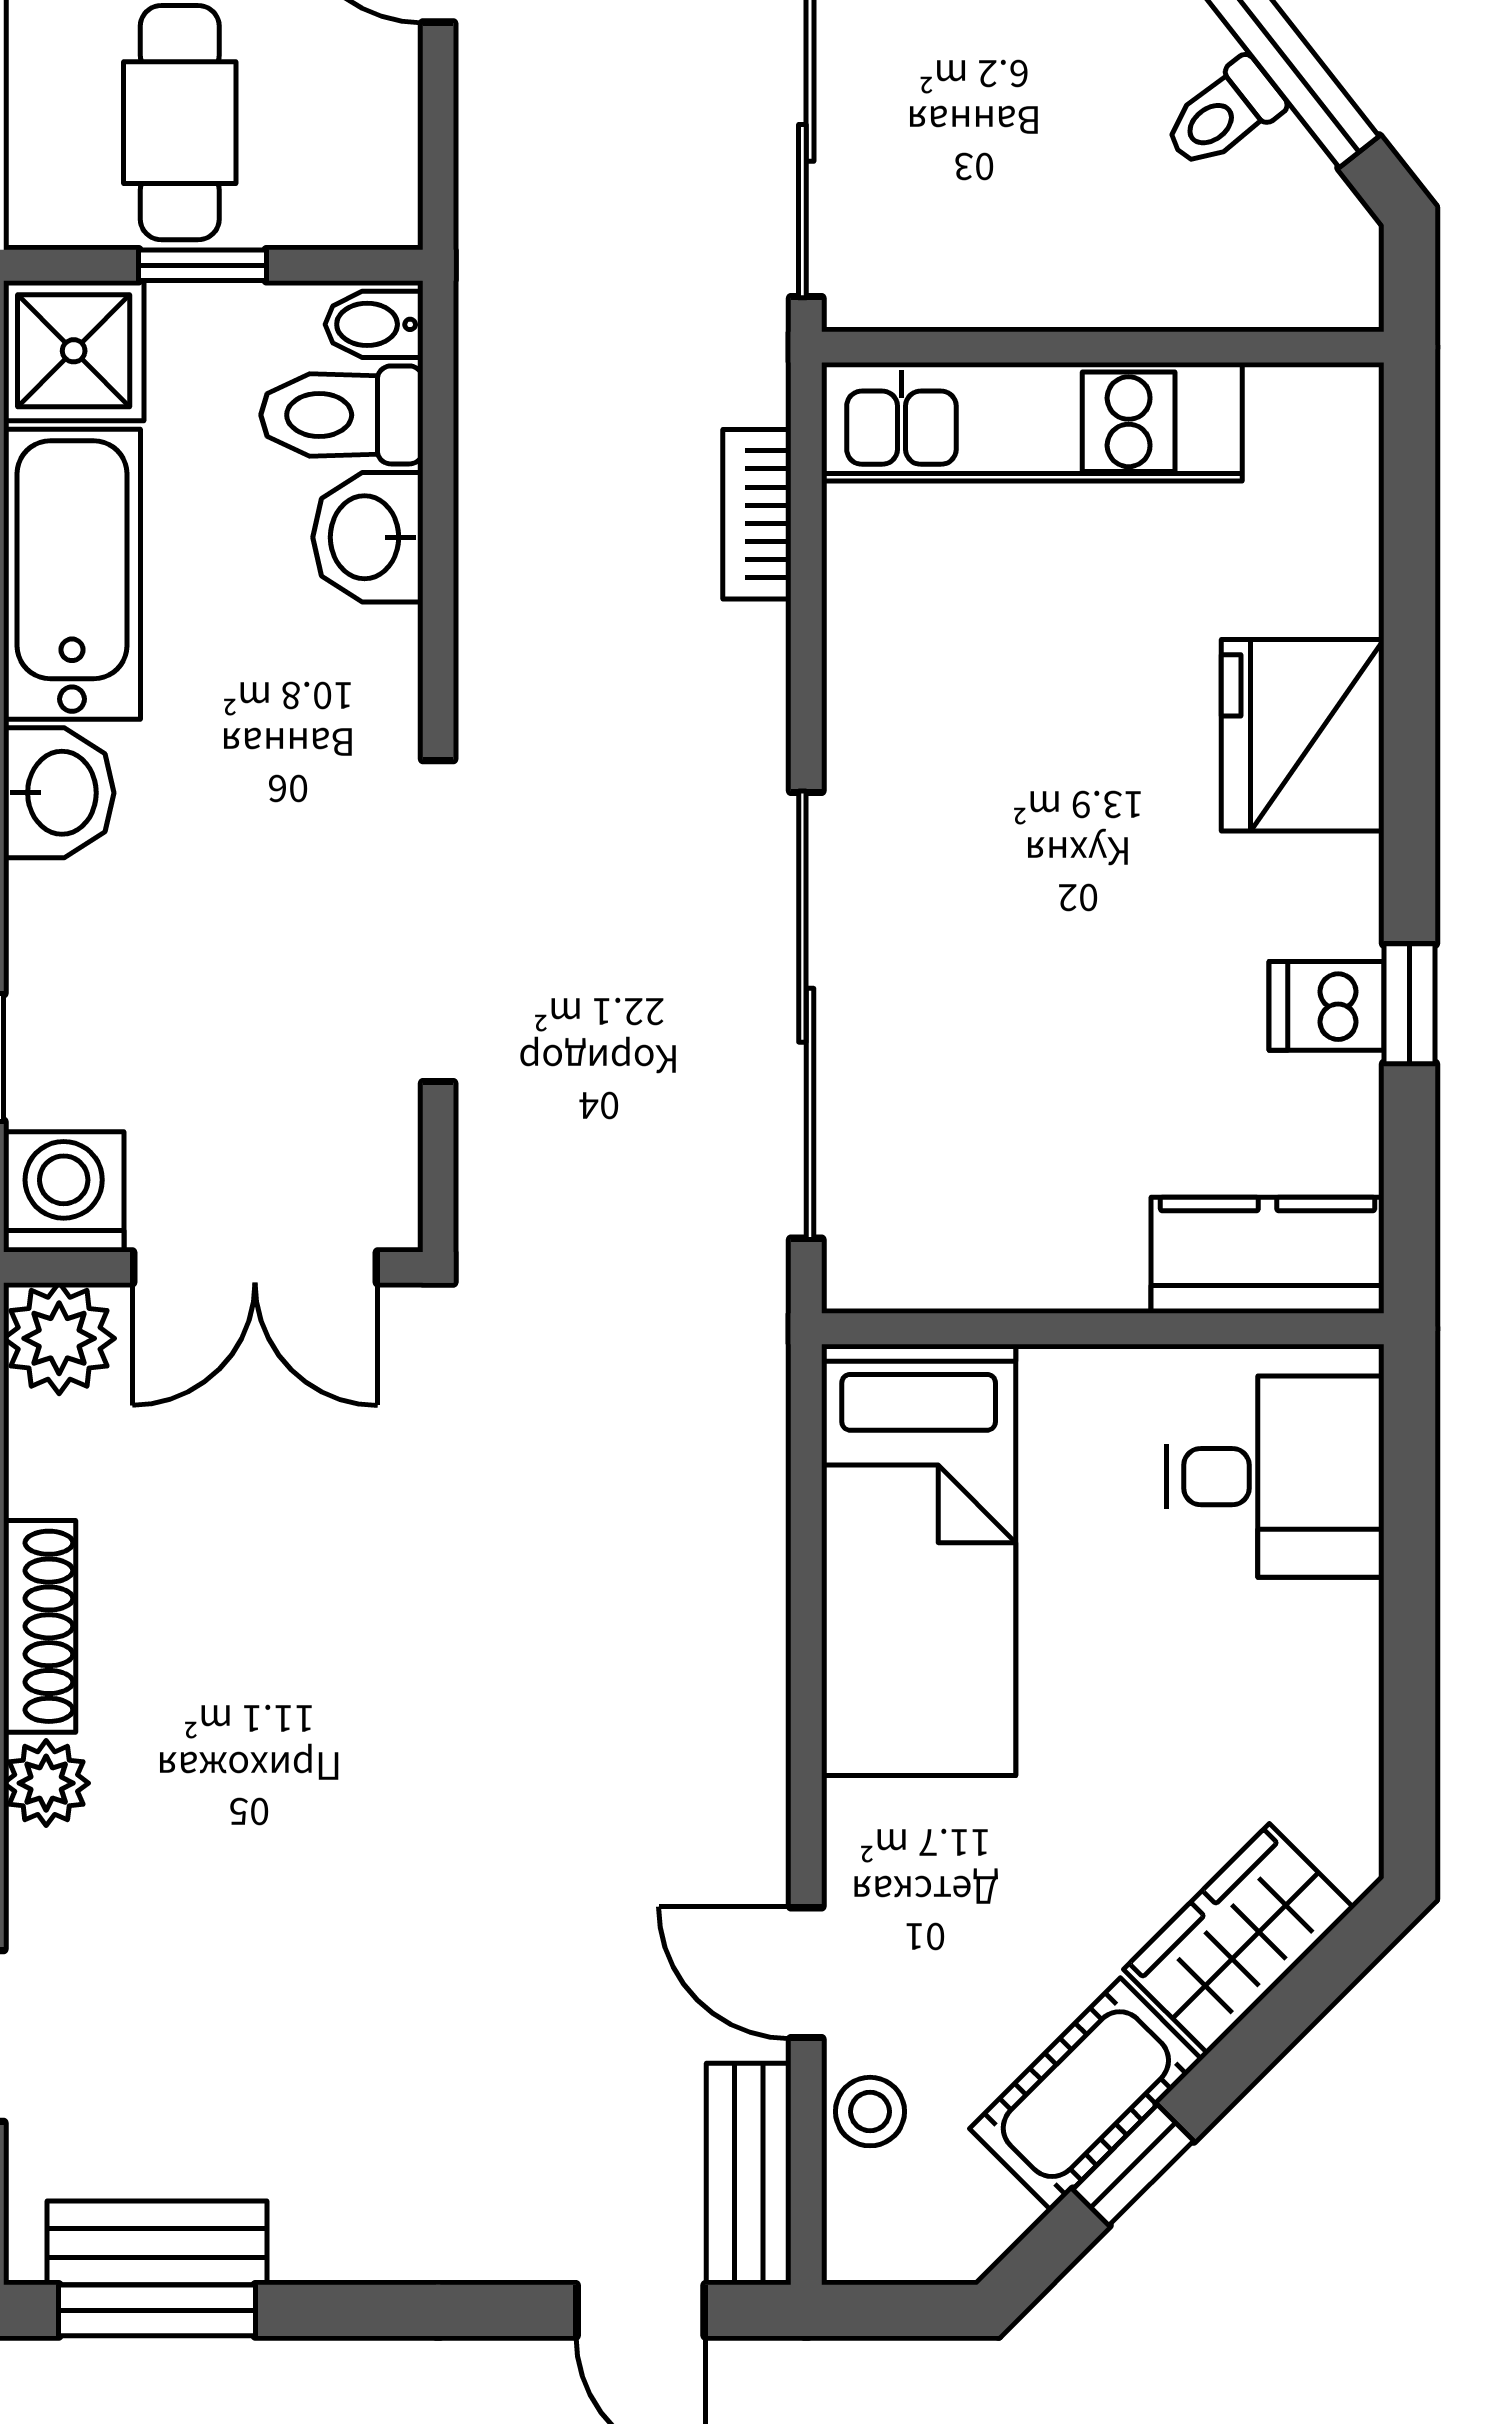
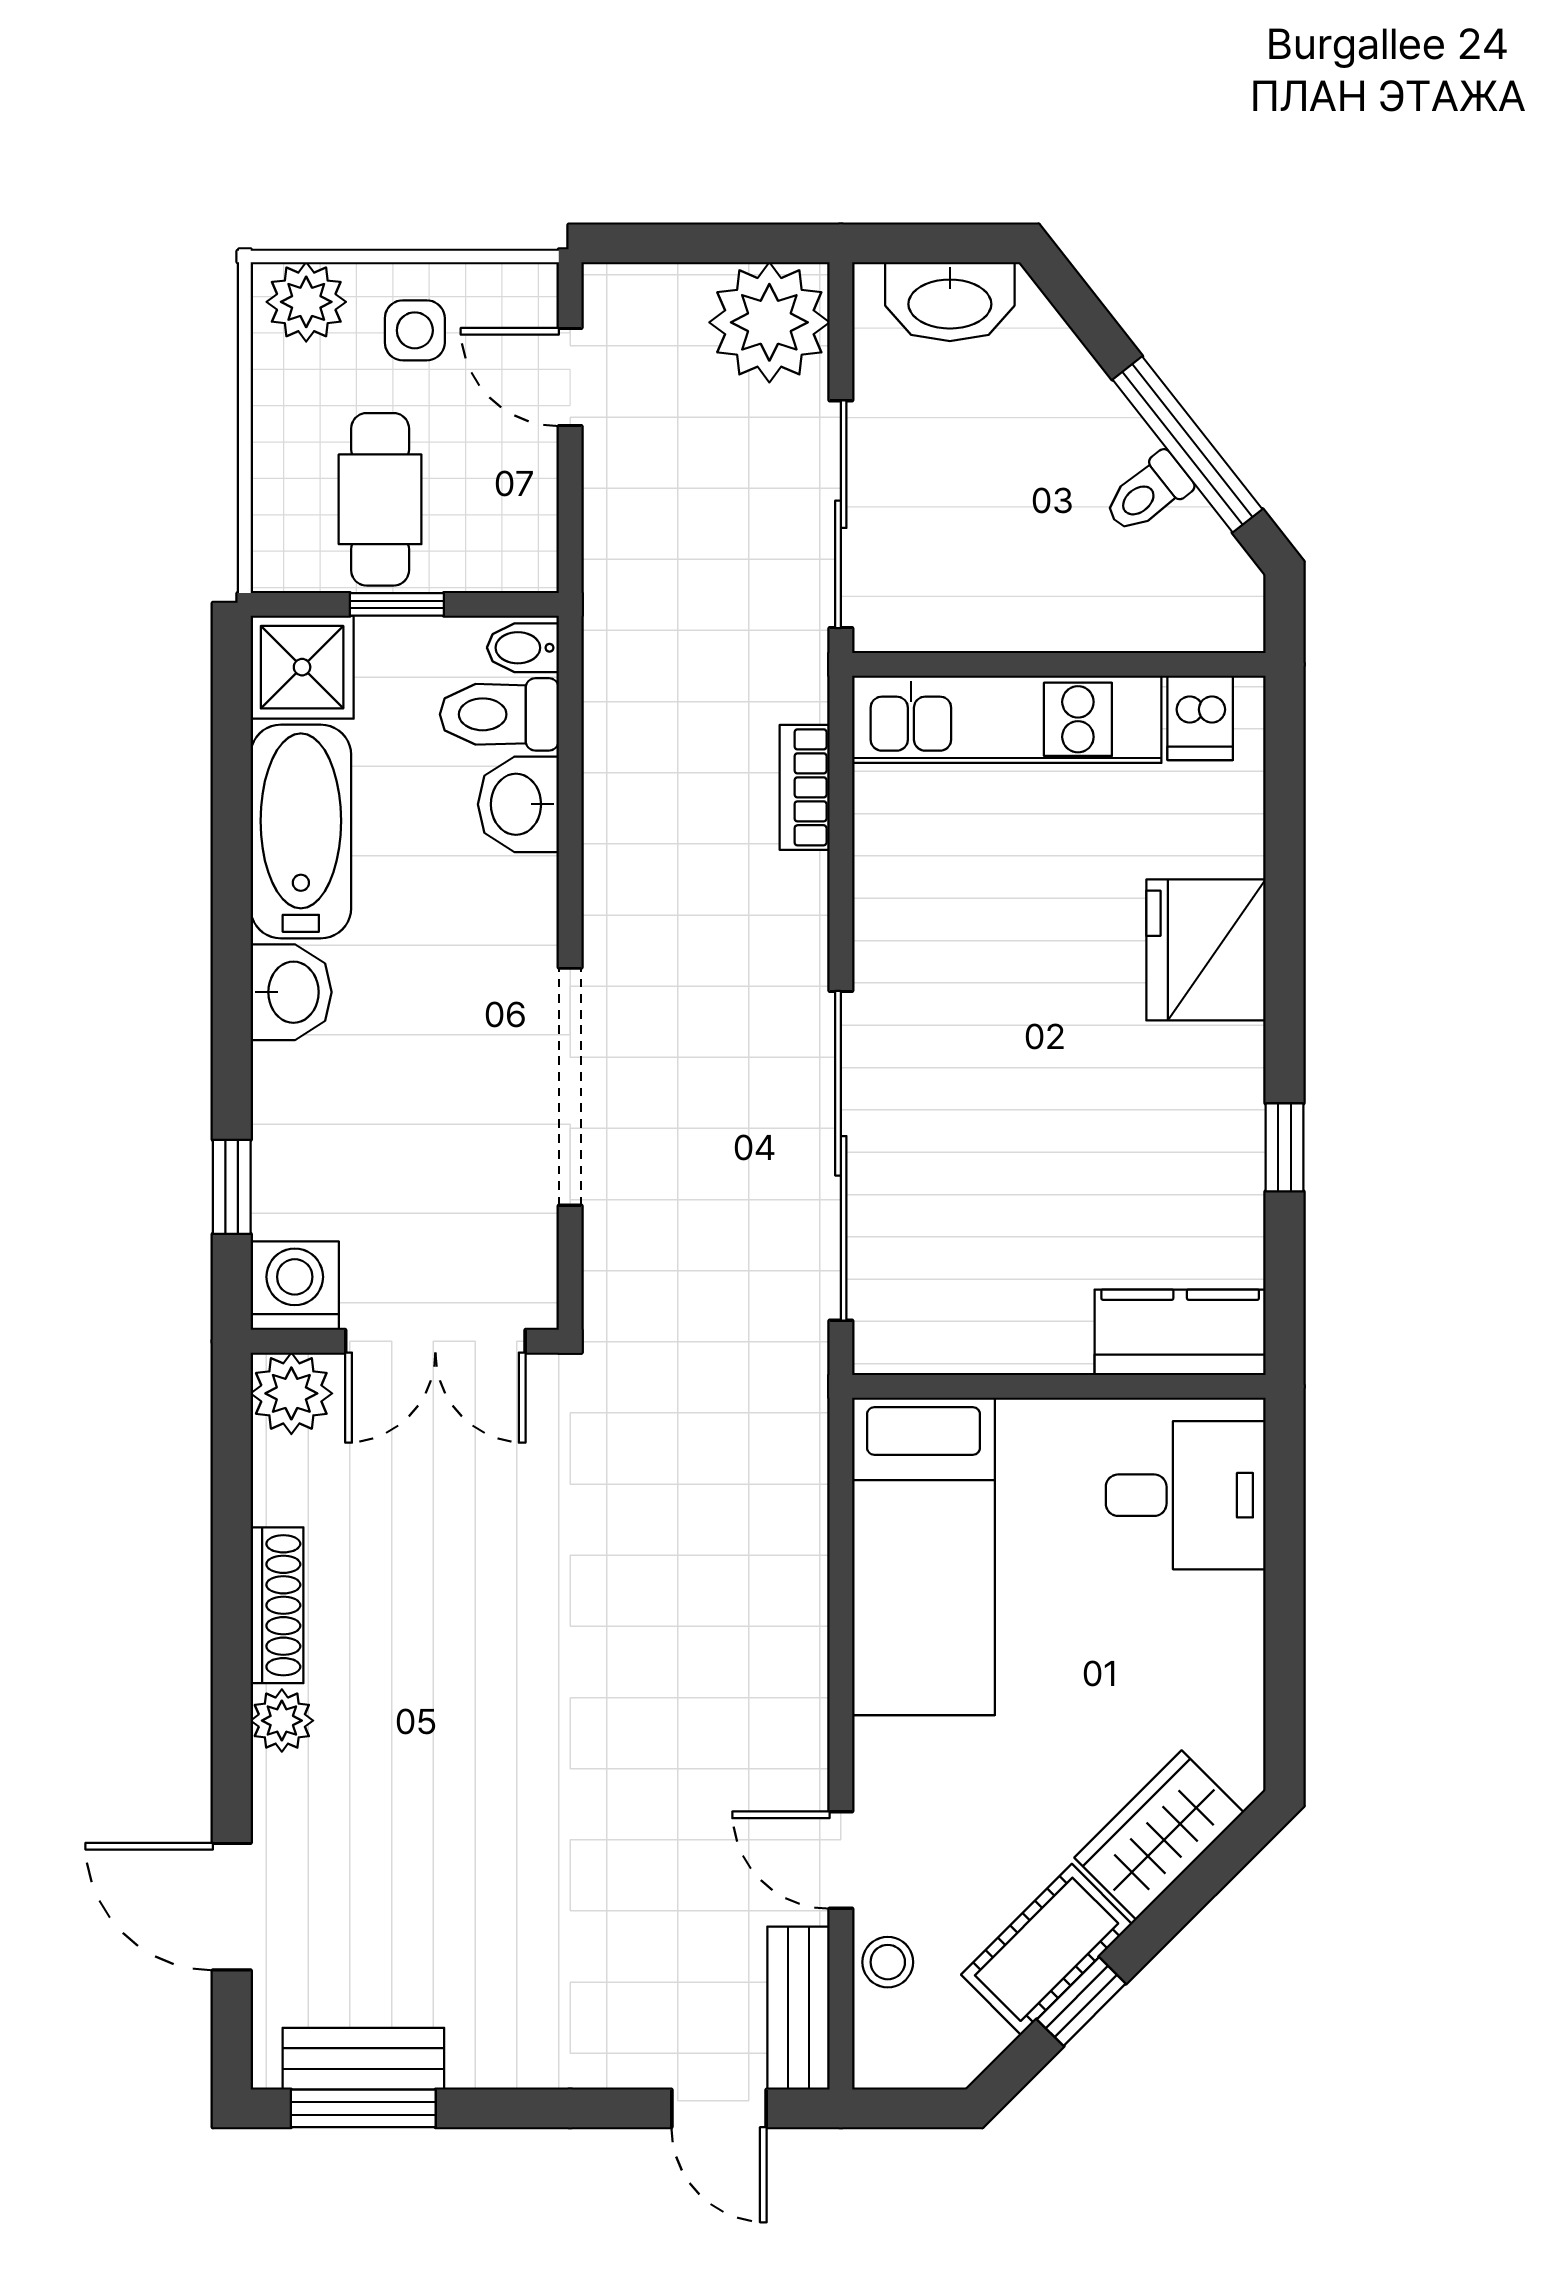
dishwasher: (1327, 1006) -> (1200, 718), moved, turned -90

